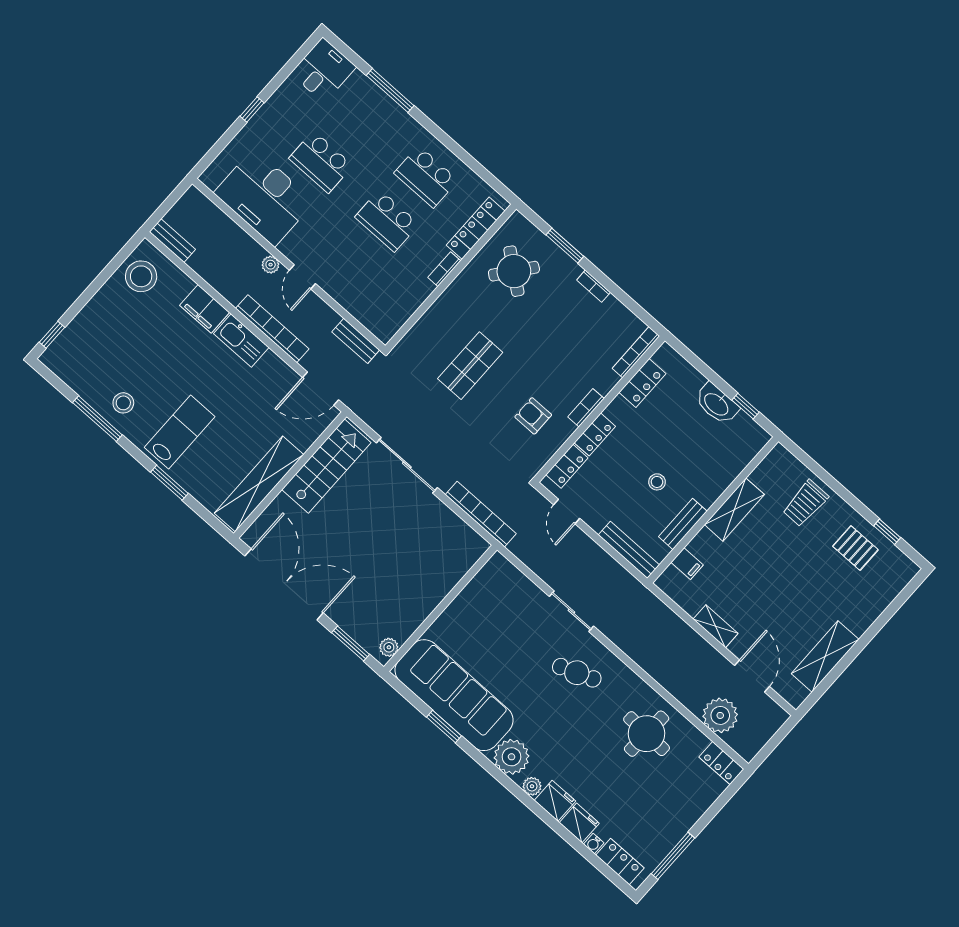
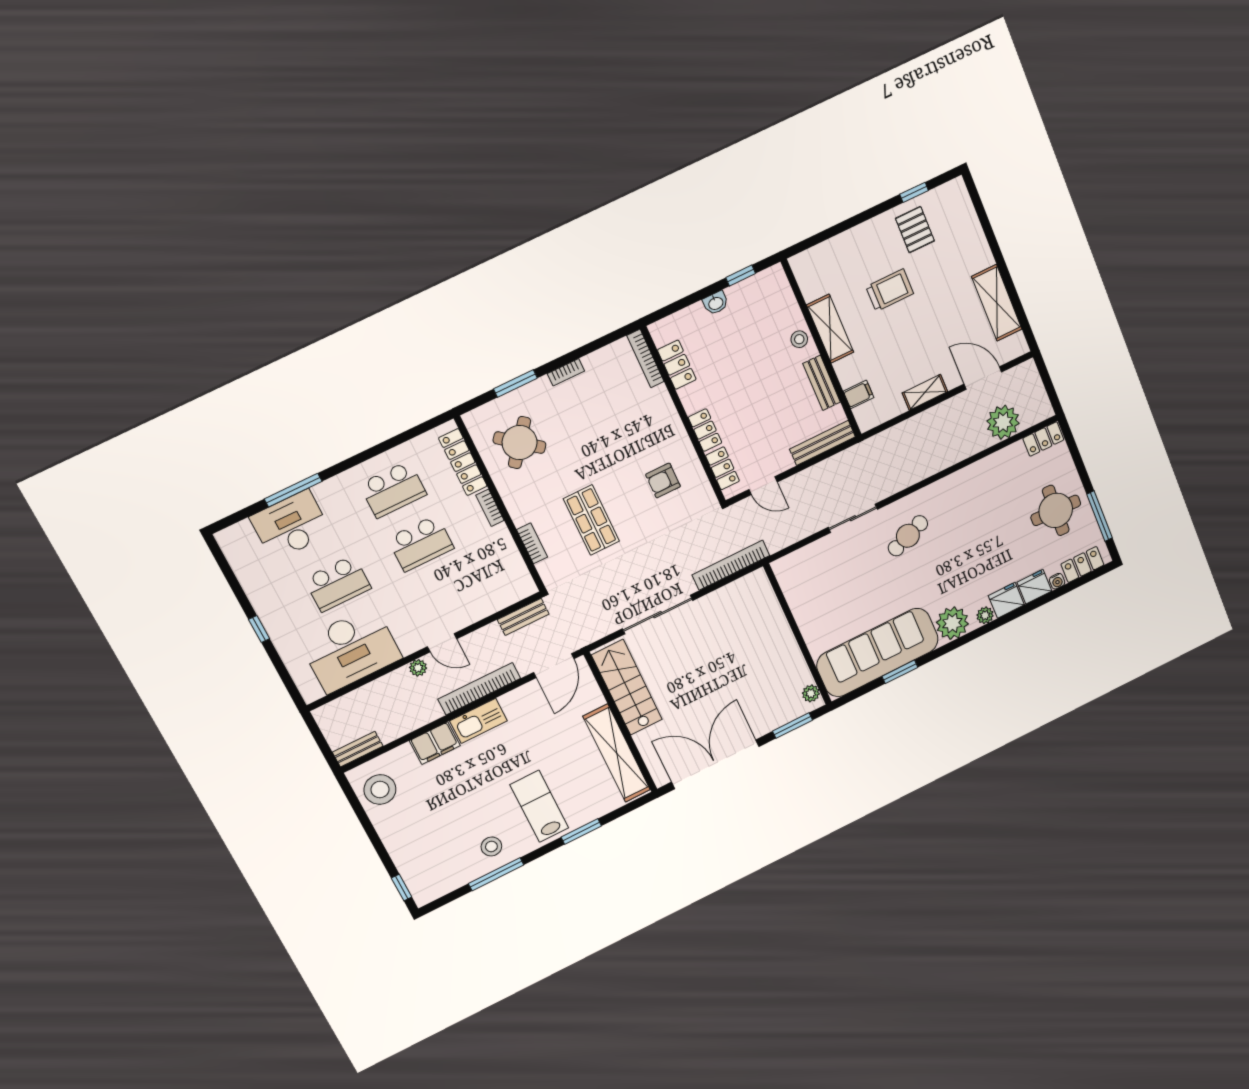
desk: (323, 70) -> (291, 525), moved, width x1.37
washbasin: (717, 404) -> (716, 303), width x0.52, depth x0.69
bookcase: (586, 408) -> (532, 543), moved, turned 180
stool: (657, 482) -> (799, 339), moved
trolley: (805, 503) -> (890, 290), moved, turned -90
pallet: (855, 548) -> (915, 230), turned 90
round table: (647, 734) -> (1056, 510), moved

